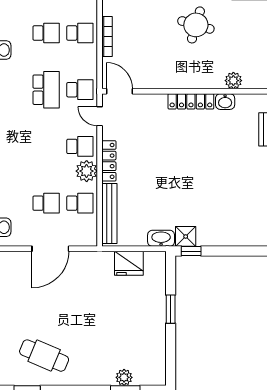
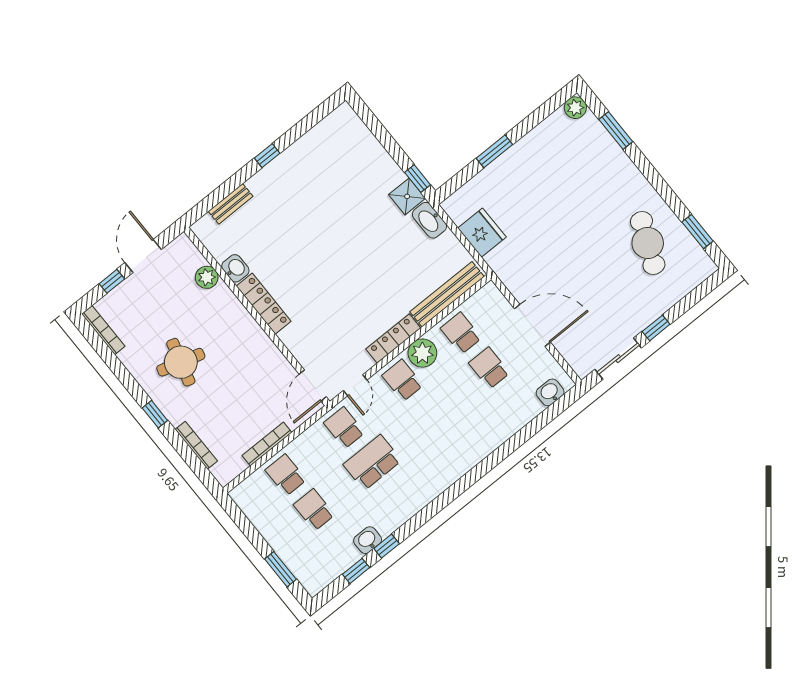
plant: (124, 377) -> (575, 108), moved

